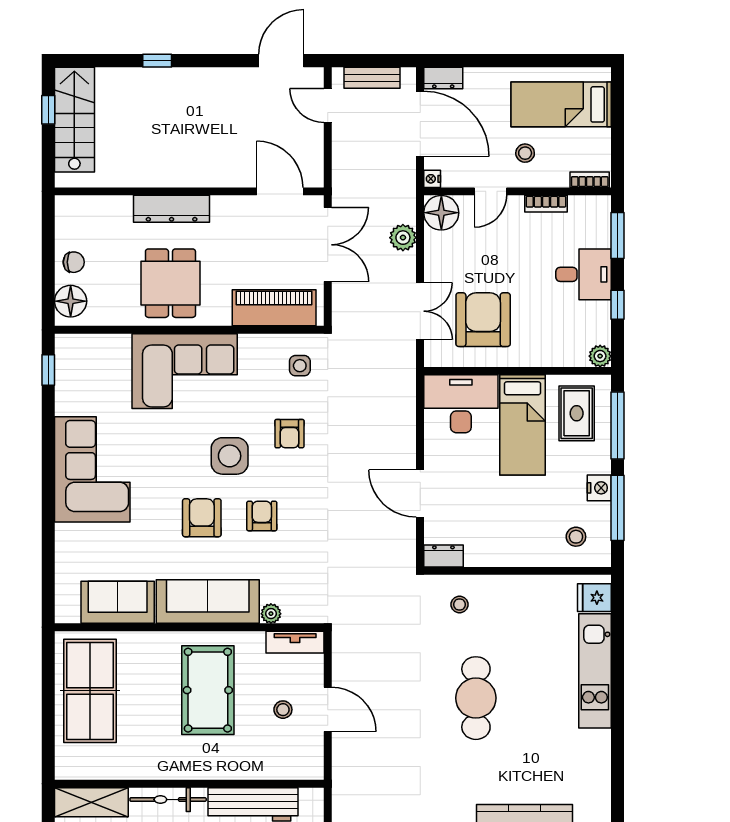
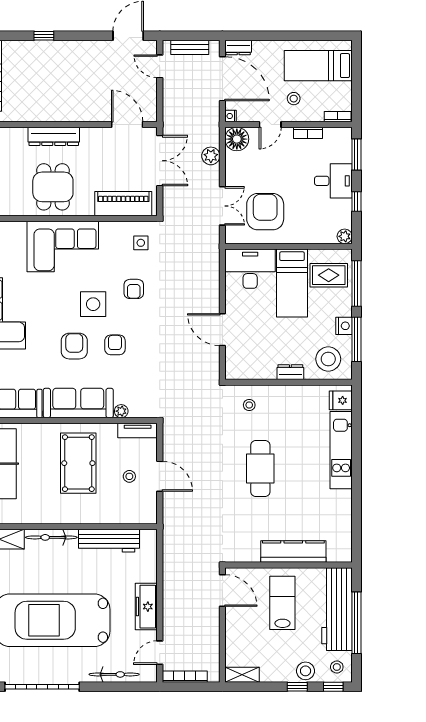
rug: (577, 413) -> (329, 275), turned 90
stool: (576, 537) -> (328, 359), width x1.89, depth x1.89
dresser: (443, 556) -> (290, 372), moved

